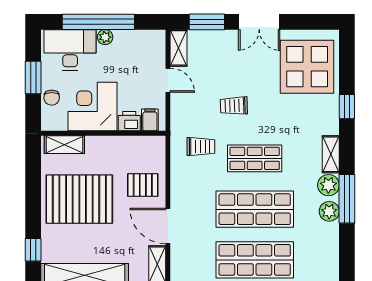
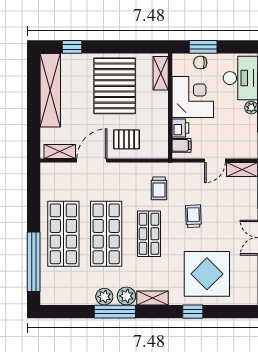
display table: (307, 67) -> (207, 274), moved
window: (33, 77) -> (203, 47), moved
pallet: (143, 185) -> (126, 139), turned 90

